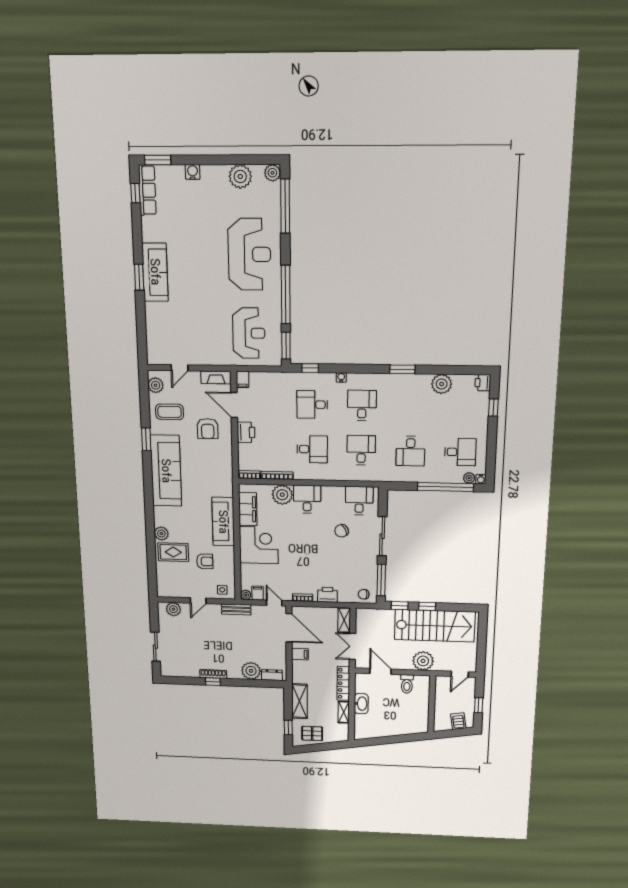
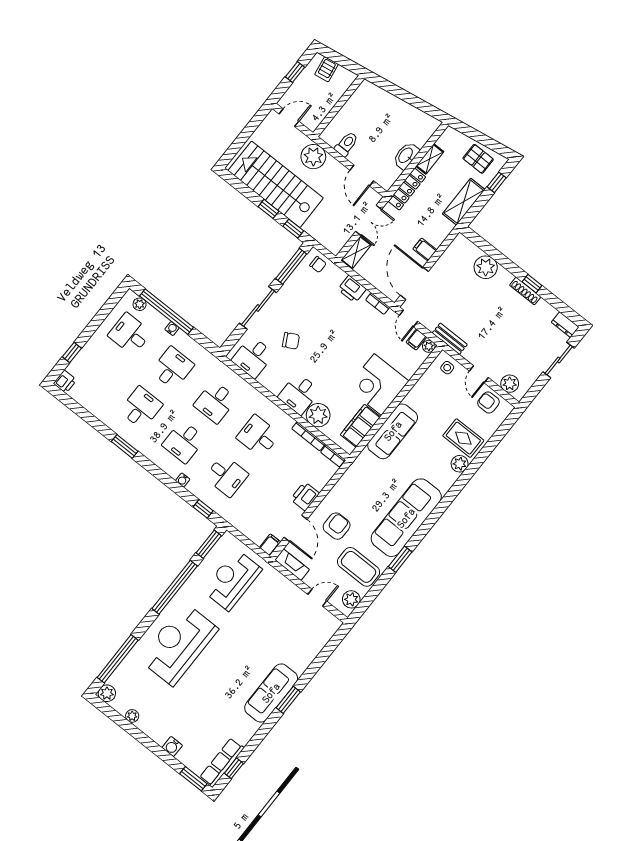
plant: (240, 176) -> (132, 716), width x0.53, depth x0.53
plant: (442, 384) -> (101, 408), removed
desk: (412, 406) -> (141, 408), added
coffee table: (170, 412) -> (358, 567), width x1.36, depth x1.32
water cooler: (481, 479) -> (172, 329), moved
armchair: (205, 561) -> (488, 403), moved
door: (198, 601) -> (479, 374), swing flipped
dresser: (272, 675) -> (565, 325), moved

